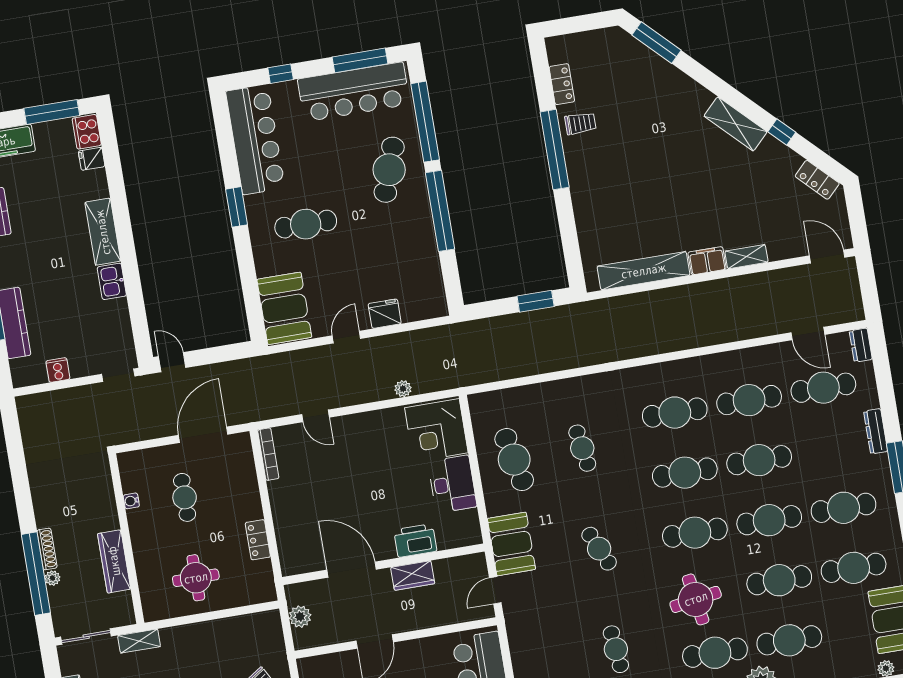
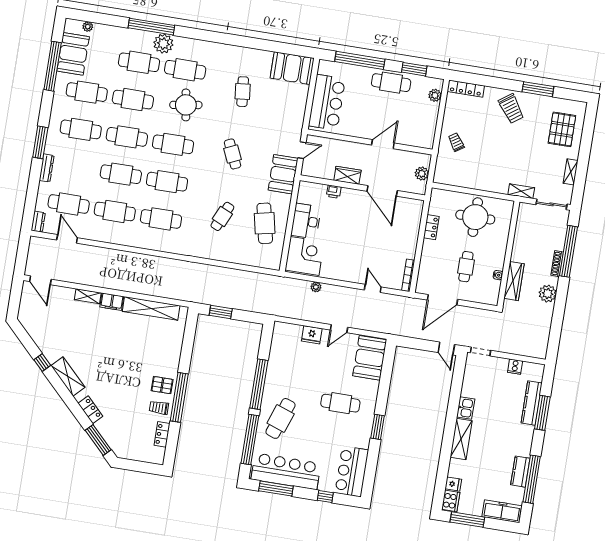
bar counter: (255, 140) -> (352, 471), width x0.73
pallet: (587, 159) -> (162, 385), added
locker: (817, 180) -> (90, 410), moved
cafe table: (582, 448) -> (222, 216), turned 33
printer: (415, 541) -> (334, 192), width x0.53, depth x0.68
wardrobe: (114, 561) -> (514, 281), moved
plant: (53, 578) -> (548, 294), moved, width x1.87, depth x1.87
round table: (196, 578) -> (475, 217), width x1.36, depth x1.36

